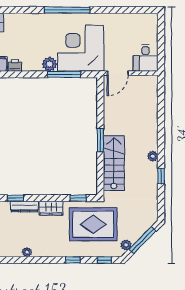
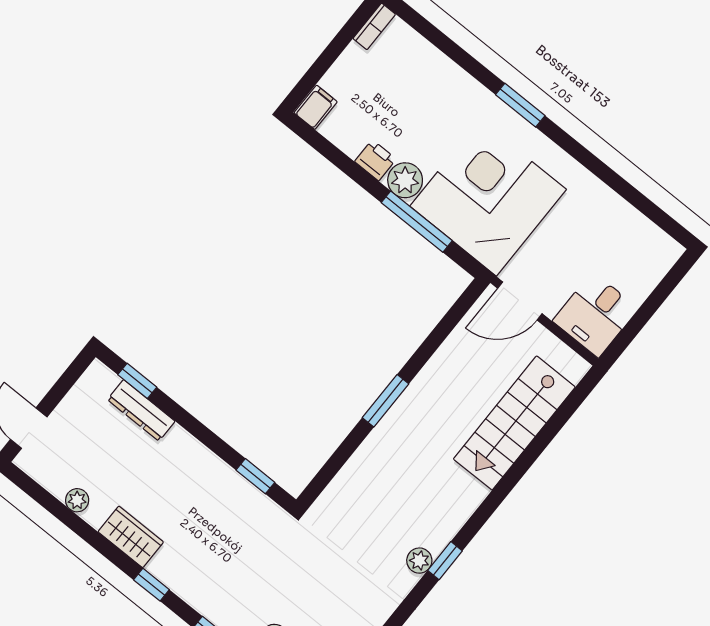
window: (67, 10) -> (520, 105), width x0.47
printer: (15, 65) -> (375, 160), moved
plant: (153, 156) -> (419, 561), moved
stairs: (114, 163) -> (514, 423), moved, turned 180
wardrobe: (51, 208) -> (131, 537), moved, turned 180
rug: (93, 224) -> (244, 548), removed

